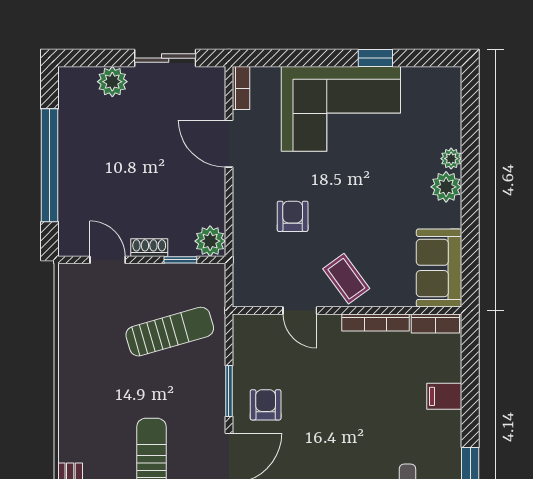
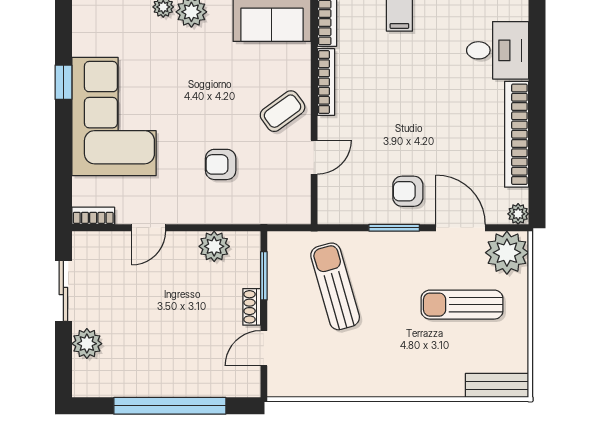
door: (229, 144) -> (149, 228), width x0.73
plant: (210, 241) -> (214, 246), moved
window: (180, 260) -> (264, 276), width x1.50

